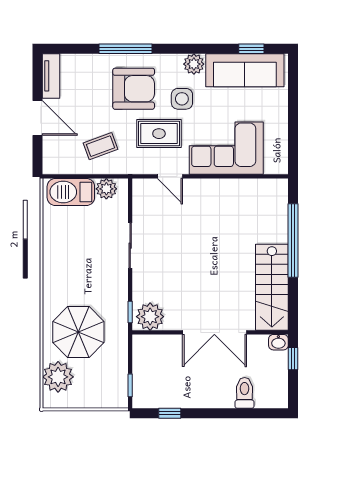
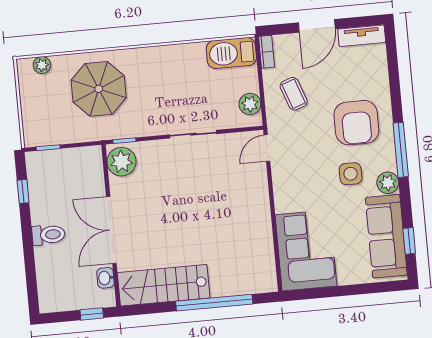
window: (126, 49) -> (401, 150), moved
rug: (159, 134) -> (312, 153), removed
corner sofa: (226, 148) -> (306, 250), moved
bookcase: (58, 168) -> (267, 52), added
door: (170, 176) -> (267, 148), moved
barbecue: (71, 192) -> (231, 53), moved, turned -90
washbasin: (278, 342) -> (105, 278), moved
plant: (58, 377) -> (42, 65), width x0.53, depth x0.53
toilet: (245, 393) -> (48, 235), moved

